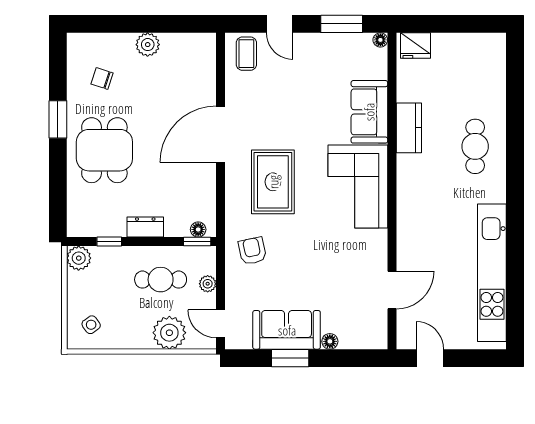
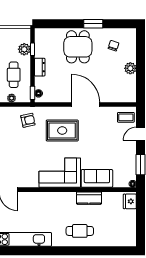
dining table: (104, 150) -> (78, 47), turned 90
plant: (79, 258) -> (24, 49), moved

